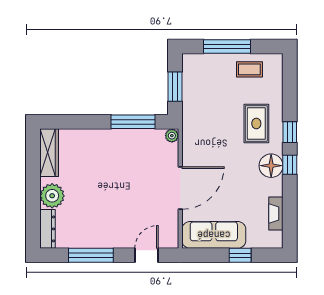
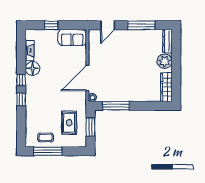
window: (227, 46) -> (48, 151), moved
rug: (256, 123) -> (69, 123), moved
floor lamp: (271, 166) -> (33, 68), moved
door: (180, 188) -> (87, 78), moved
sofa: (214, 235) -> (72, 38), width x0.73

